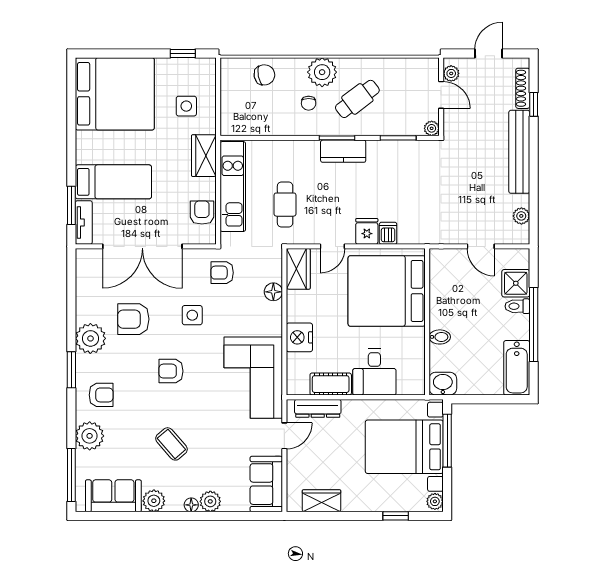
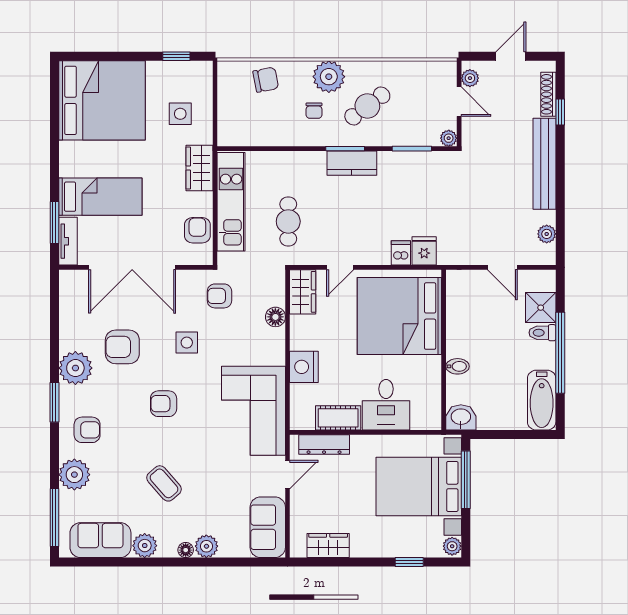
fridge: (367, 231) -> (424, 251), moved

